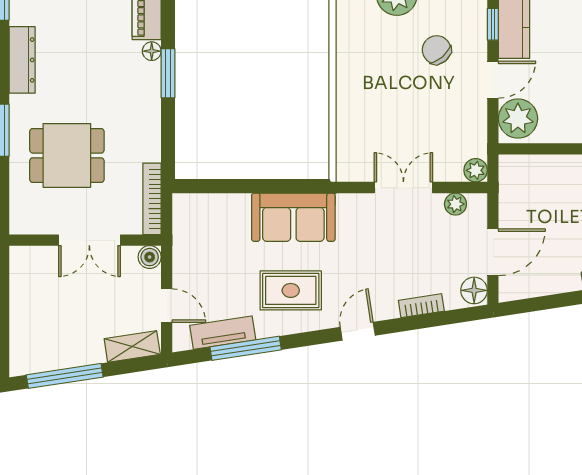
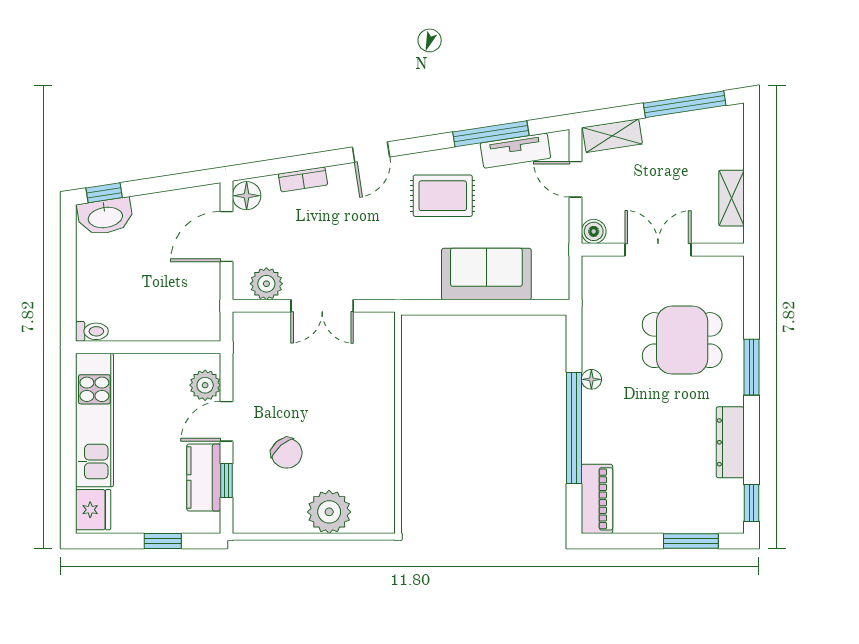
floor lamp: (152, 51) -> (591, 379), moved
window: (168, 73) -> (574, 428), width x2.11
plant: (518, 119) -> (205, 385), width x0.73, depth x0.73
plant: (476, 170) -> (245, 324), removed
bookcase: (152, 199) -> (591, 294), removed
plant: (455, 204) -> (266, 284), width x1.38, depth x1.38
sofa: (293, 217) -> (486, 274), moved
shelving: (21, 288) -> (732, 198), added

